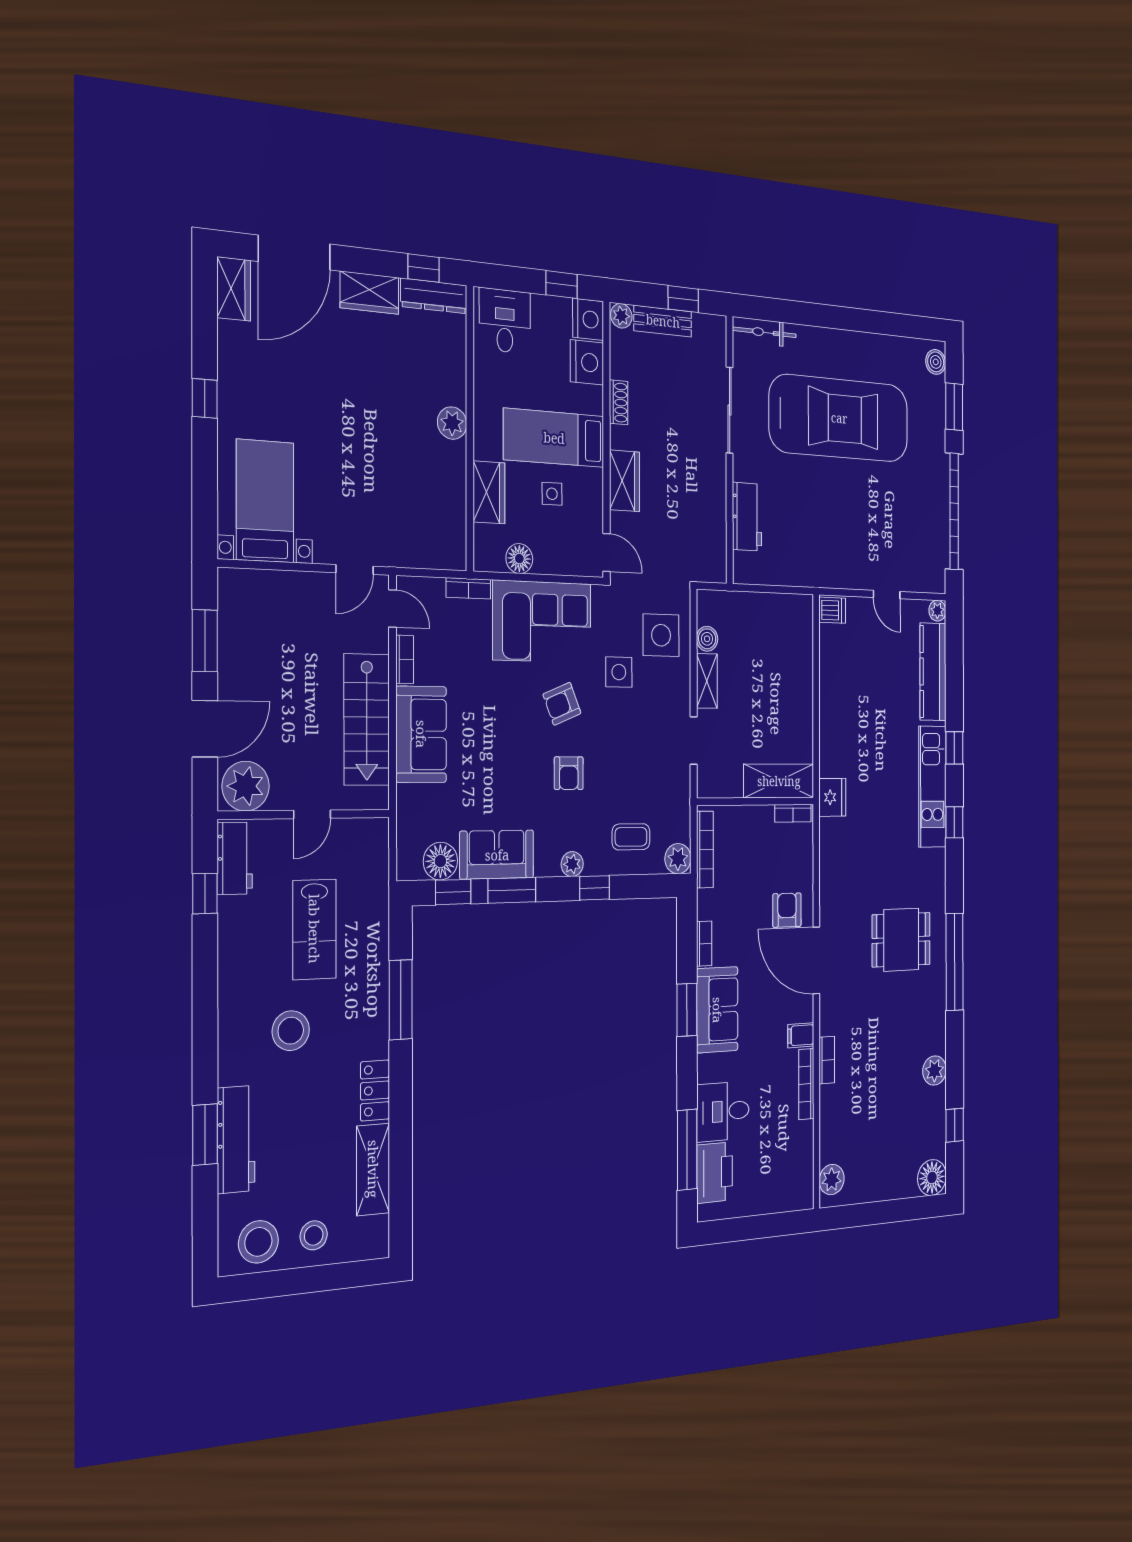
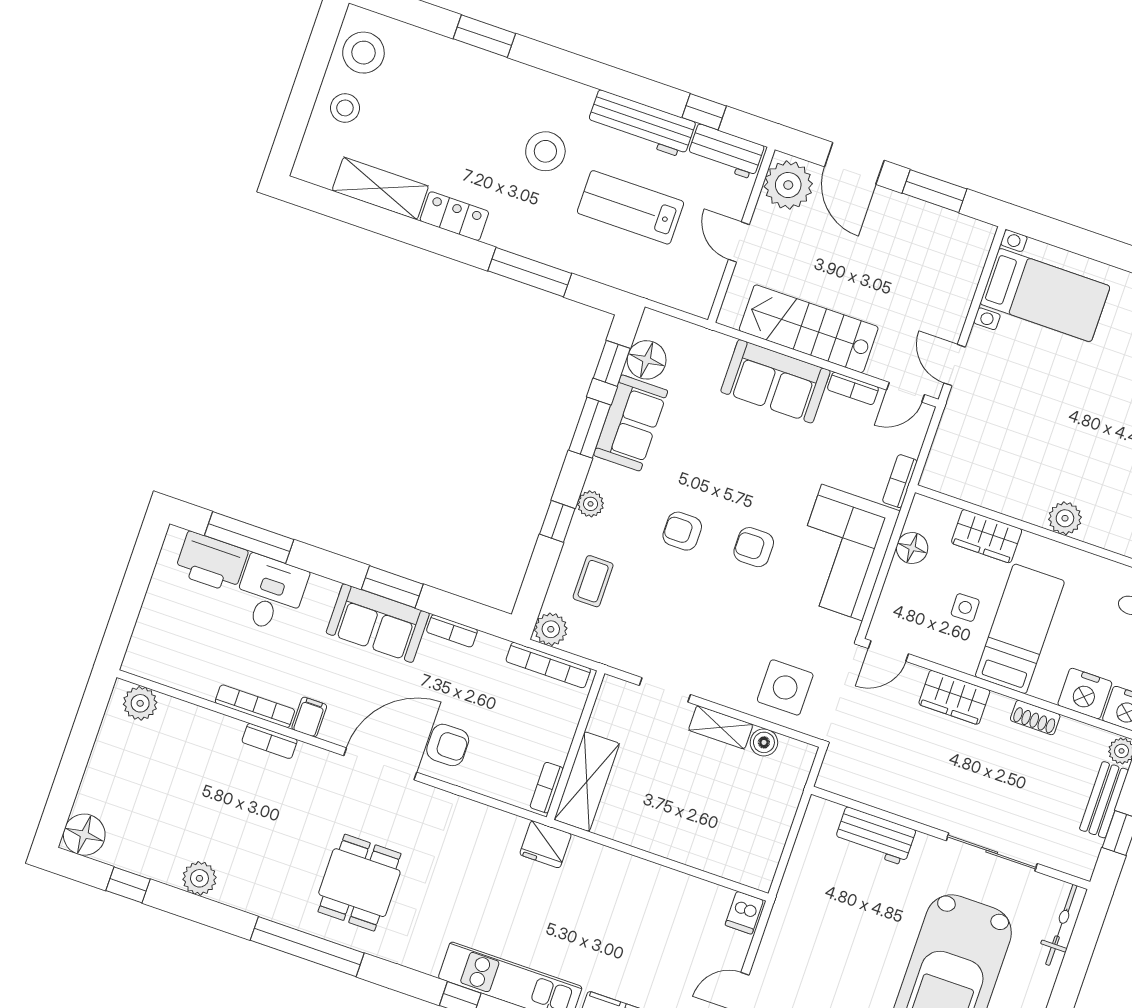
side table: (619, 672) -> (764, 624), removed
armchair: (562, 704) -> (754, 547), turned -68
workbench: (236, 1139) -> (641, 124), moved

